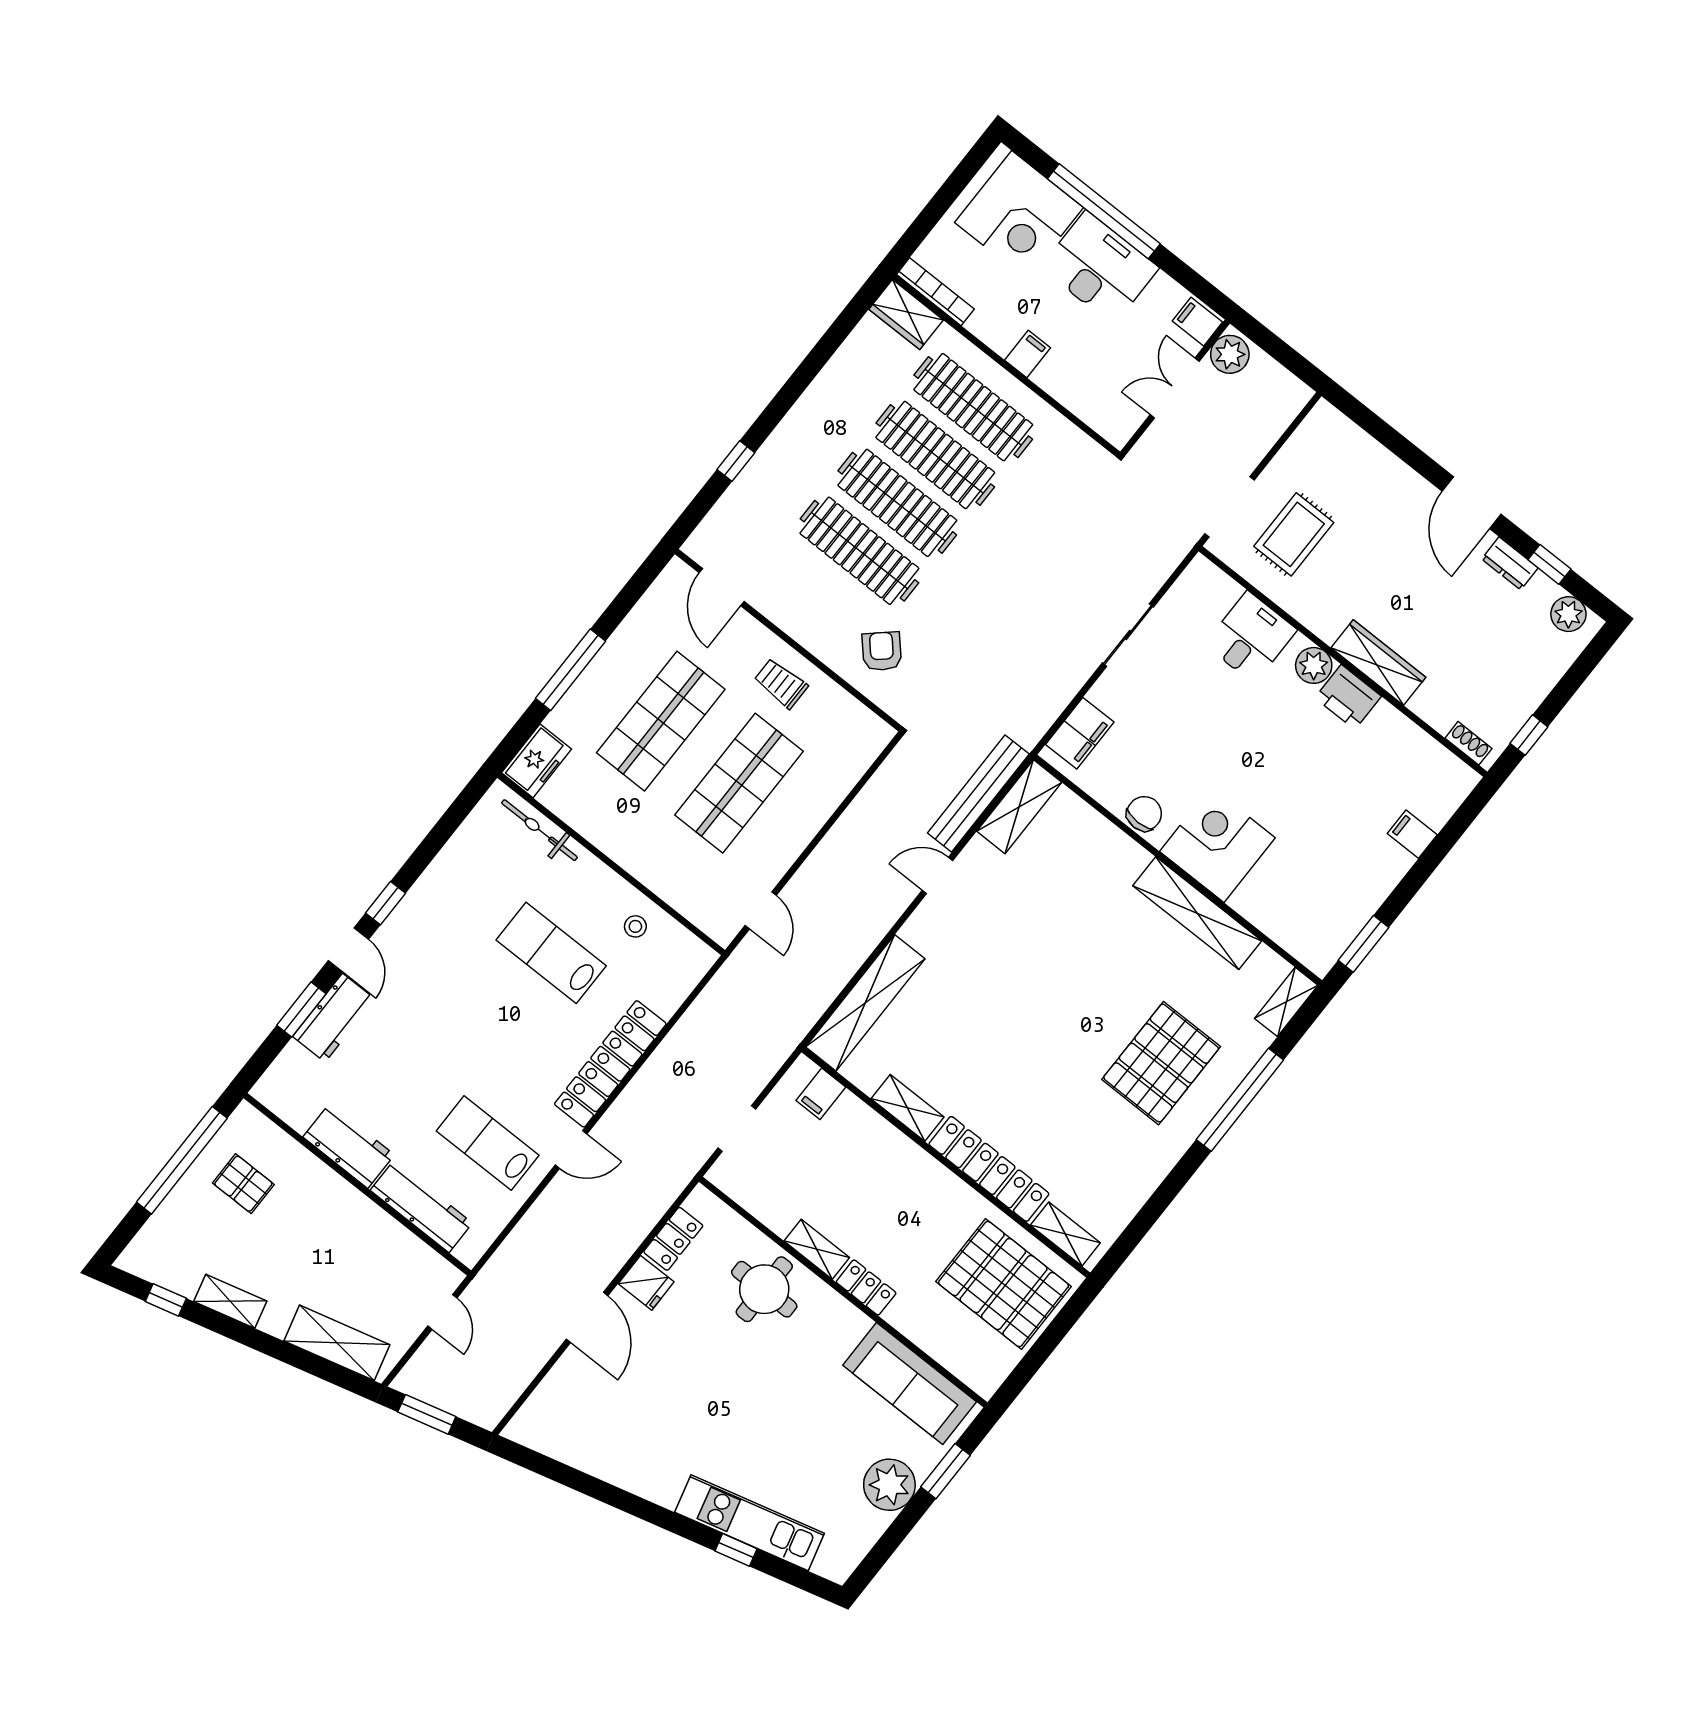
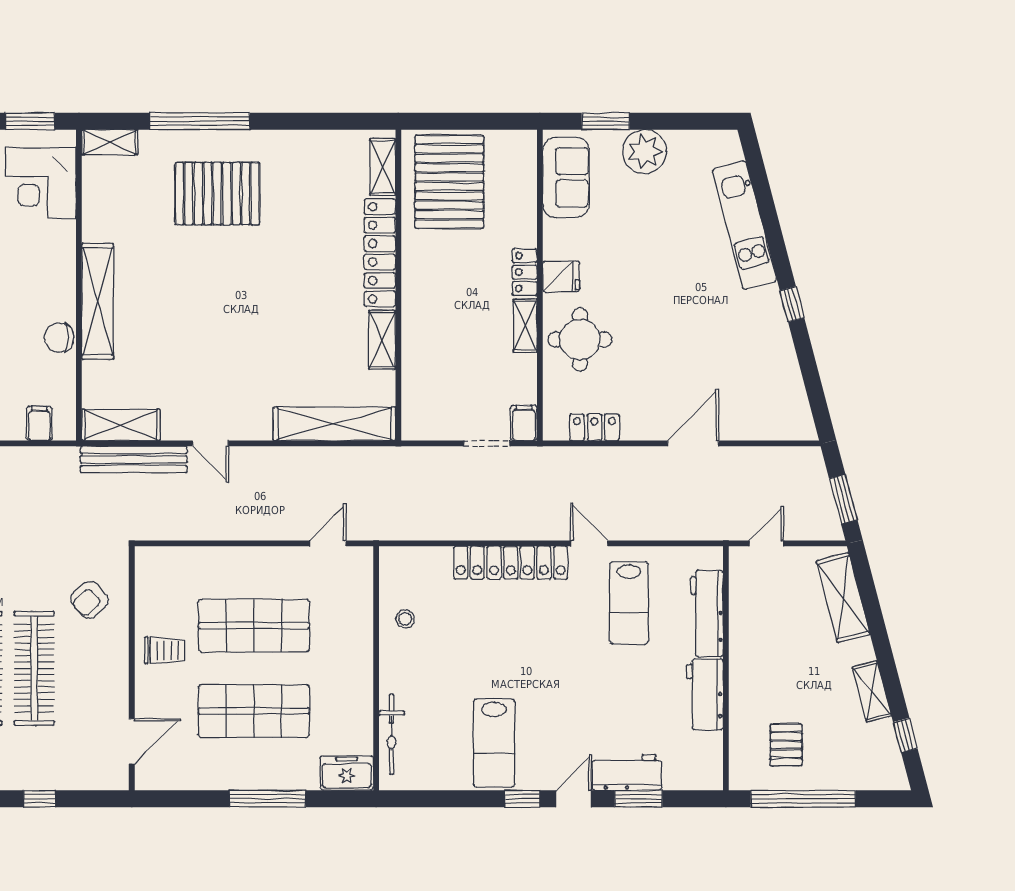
trolley: (781, 683) -> (165, 650), turned -90
filing cabinet: (1080, 733) -> (39, 423), width x0.50
corner desk: (1217, 845) -> (41, 183), moved
shelving: (1197, 913) -> (98, 301), moved
lab bench: (551, 953) -> (494, 743), moved
filing cabinet: (821, 1094) -> (524, 423), moved, turned -90
fridge: (646, 1283) -> (561, 277), moved, turned 90
sofa: (910, 1384) -> (566, 177), width x0.73
window: (736, 1550) -> (792, 304), moved

